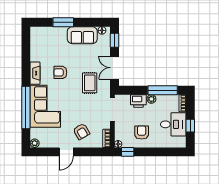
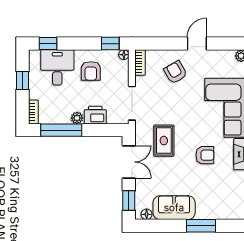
desk: (173, 124) -> (57, 67), moved, turned 90
window: (172, 152) -> (48, 44), added

